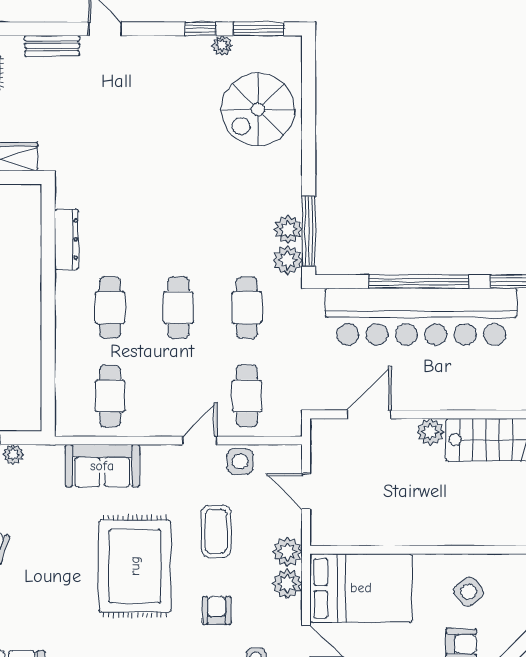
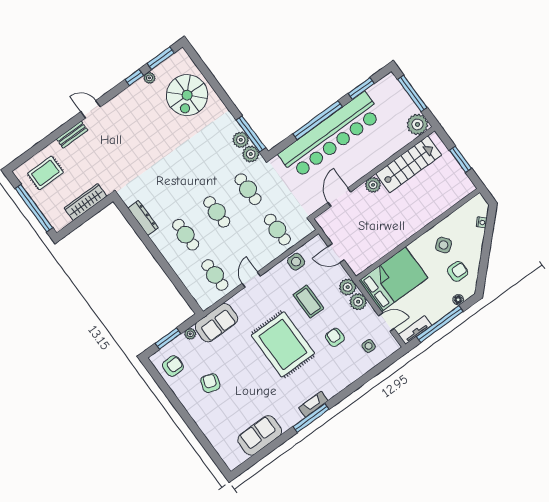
door: (200, 440) -> (251, 280), moved
sofa: (102, 466) -> (216, 323), moved

